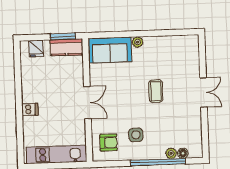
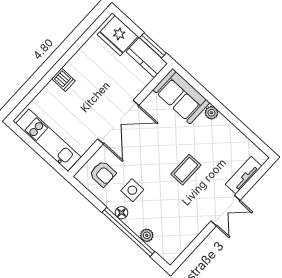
fridge: (36, 48) -> (118, 36), width x1.88, depth x1.34
tv unit: (193, 60) -> (244, 175), added
double door: (87, 103) -> (118, 122), width x1.37
floor lamp: (183, 153) -> (121, 213), moved

